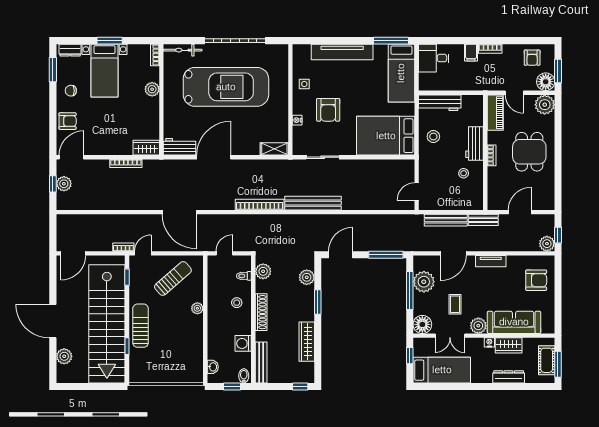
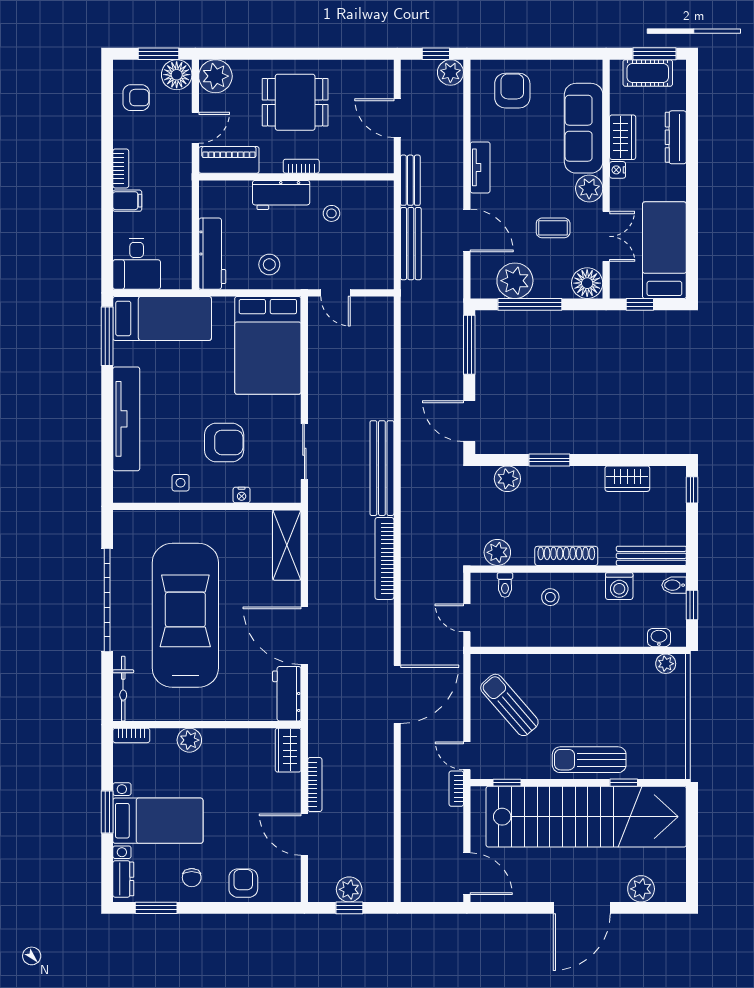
shelving: (274, 149) -> (287, 545), width x1.50, depth x1.33
door: (71, 157) -> (304, 835), moved
door: (417, 192) -> (335, 293), moved
plant: (197, 308) -> (666, 664), moved
wardrobe: (307, 342) -> (627, 479), width x0.67

